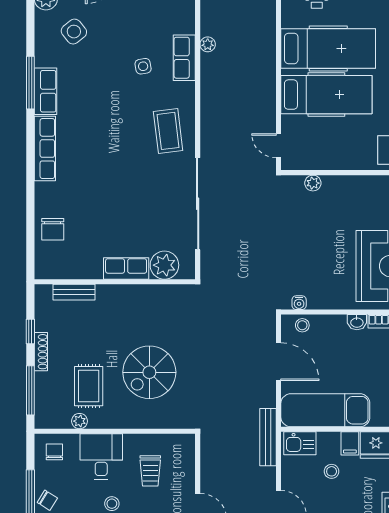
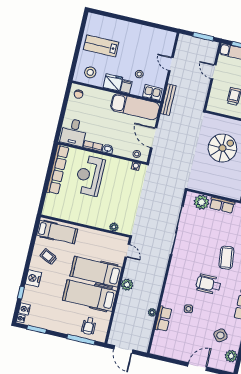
row of seats: (184, 58) -> (163, 319), moved
plant: (265, 84) -> (127, 285), added
wheelchair: (117, 119) -> (208, 284), added
coffee table: (168, 131) -> (226, 258), moved

